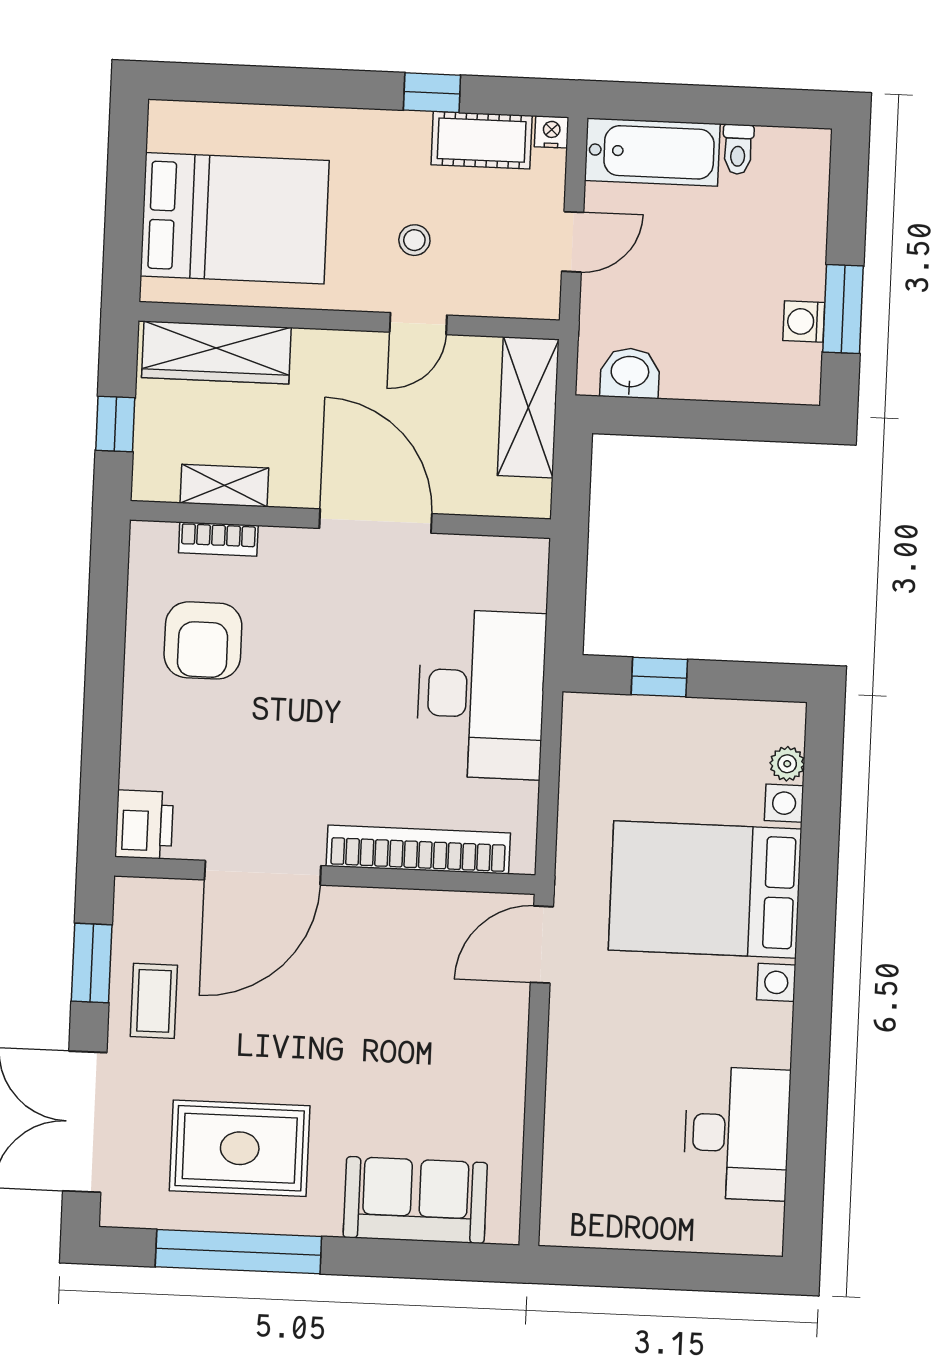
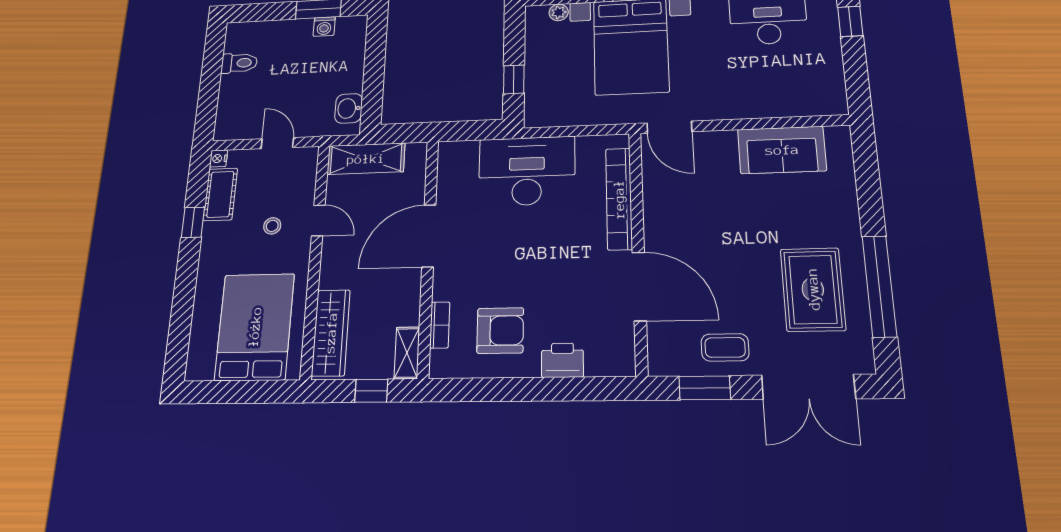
toilet: (738, 149) -> (239, 63), width x1.37, depth x1.39
bathtub: (652, 152) -> (233, 107), removed
shelving: (224, 486) -> (407, 353), moved
printer: (144, 825) -> (562, 360), moved
sofa: (415, 1200) -> (782, 150), moved, turned -90
window: (715, 1272) -> (850, 21), added

